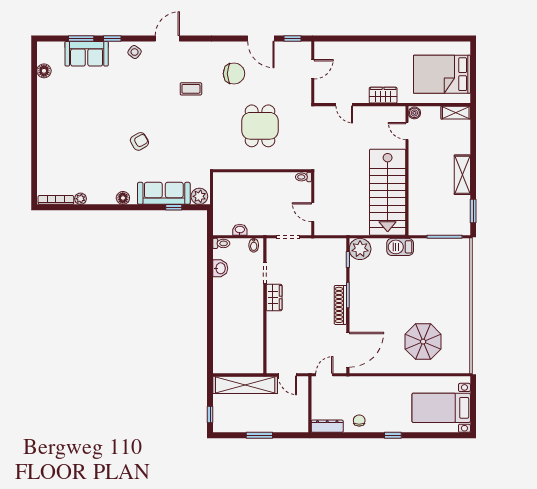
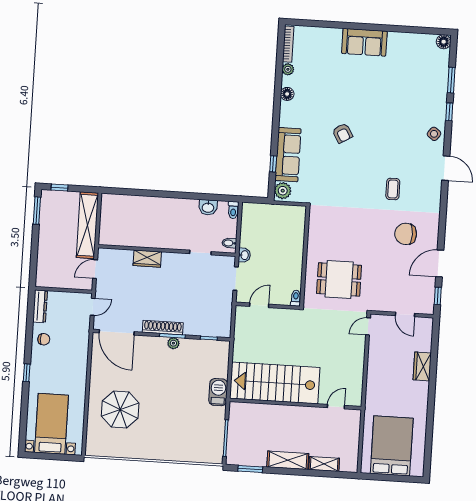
sofa: (87, 54) -> (364, 42), moved, turned -90
floor lamp: (44, 71) -> (444, 42), moved
chair: (234, 74) -> (406, 234), turned 90
wardrobe: (383, 95) -> (422, 366), moved, turned 180
door: (344, 105) -> (368, 326), moved
boiler: (414, 113) -> (354, 415), removed
shelving: (456, 113) -> (324, 464), moved, turned 90
dining table: (260, 126) -> (339, 279), moved
floor lamp: (123, 198) -> (287, 94), moved
washbasin: (240, 230) -> (244, 255), moved
plant: (360, 249) -> (173, 343), moved, width x0.53, depth x0.53
wardrobe: (274, 298) -> (147, 259), moved
door: (324, 375) -> (93, 307), hinge flipped
window: (259, 435) -> (37, 211), moved

